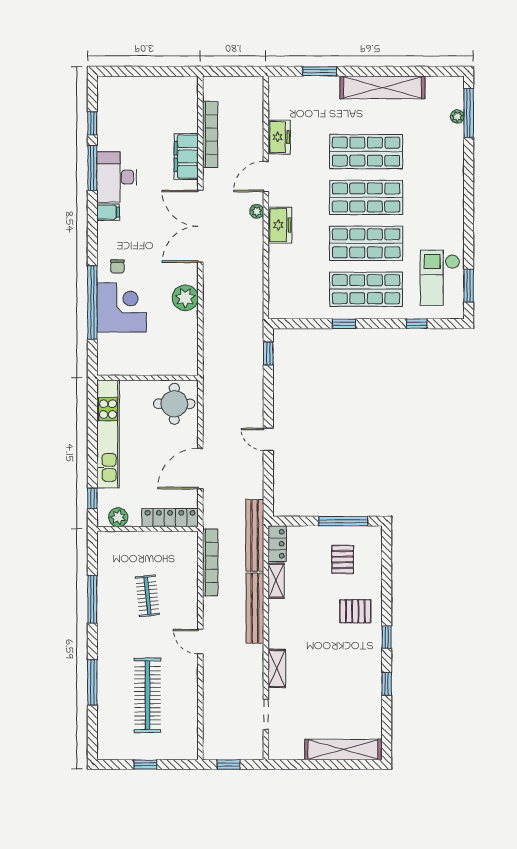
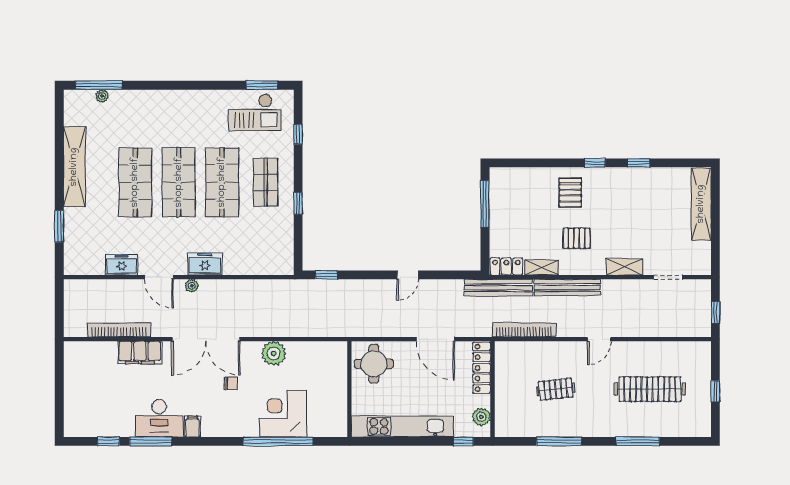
chair: (117, 266) -> (231, 384), moved
shop shelf: (366, 289) -> (266, 182), width x0.70, depth x0.74
pallet: (343, 559) -> (577, 238), moved

